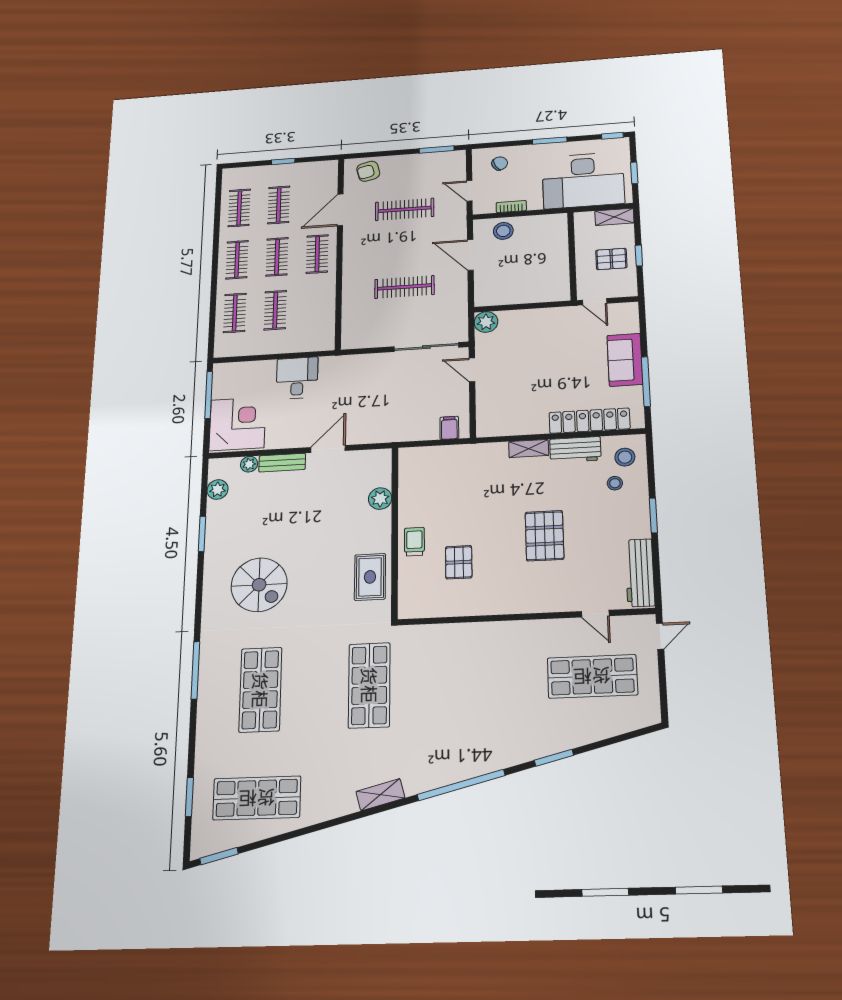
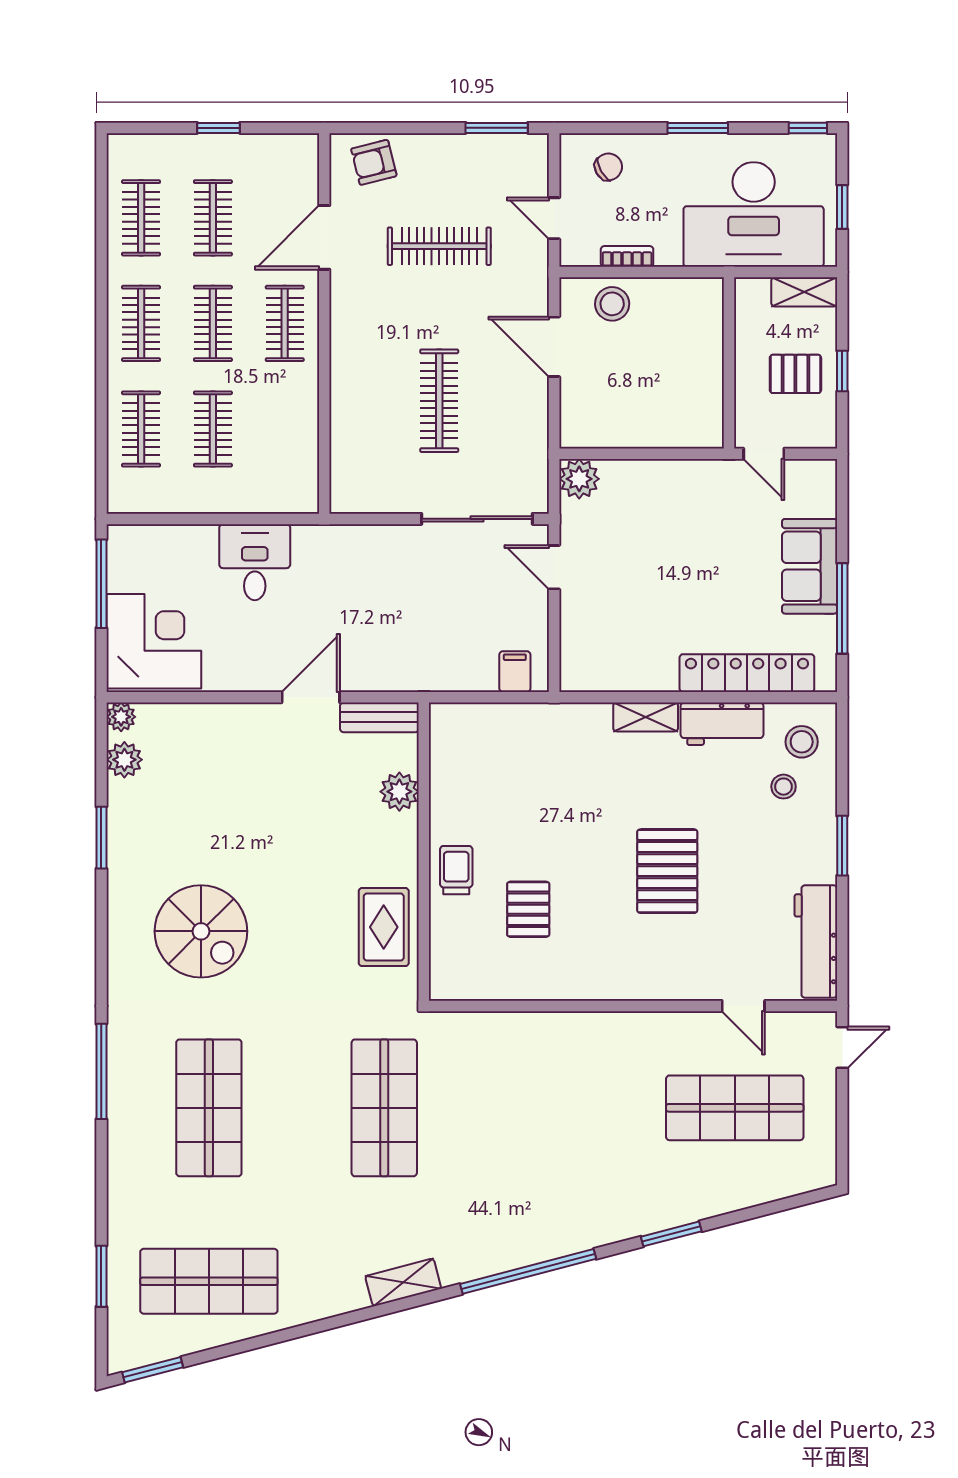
clothes rail: (404, 287) -> (439, 401), turned 90
bench: (282, 463) -> (379, 717), moved
plant: (249, 464) -> (121, 717), moved

